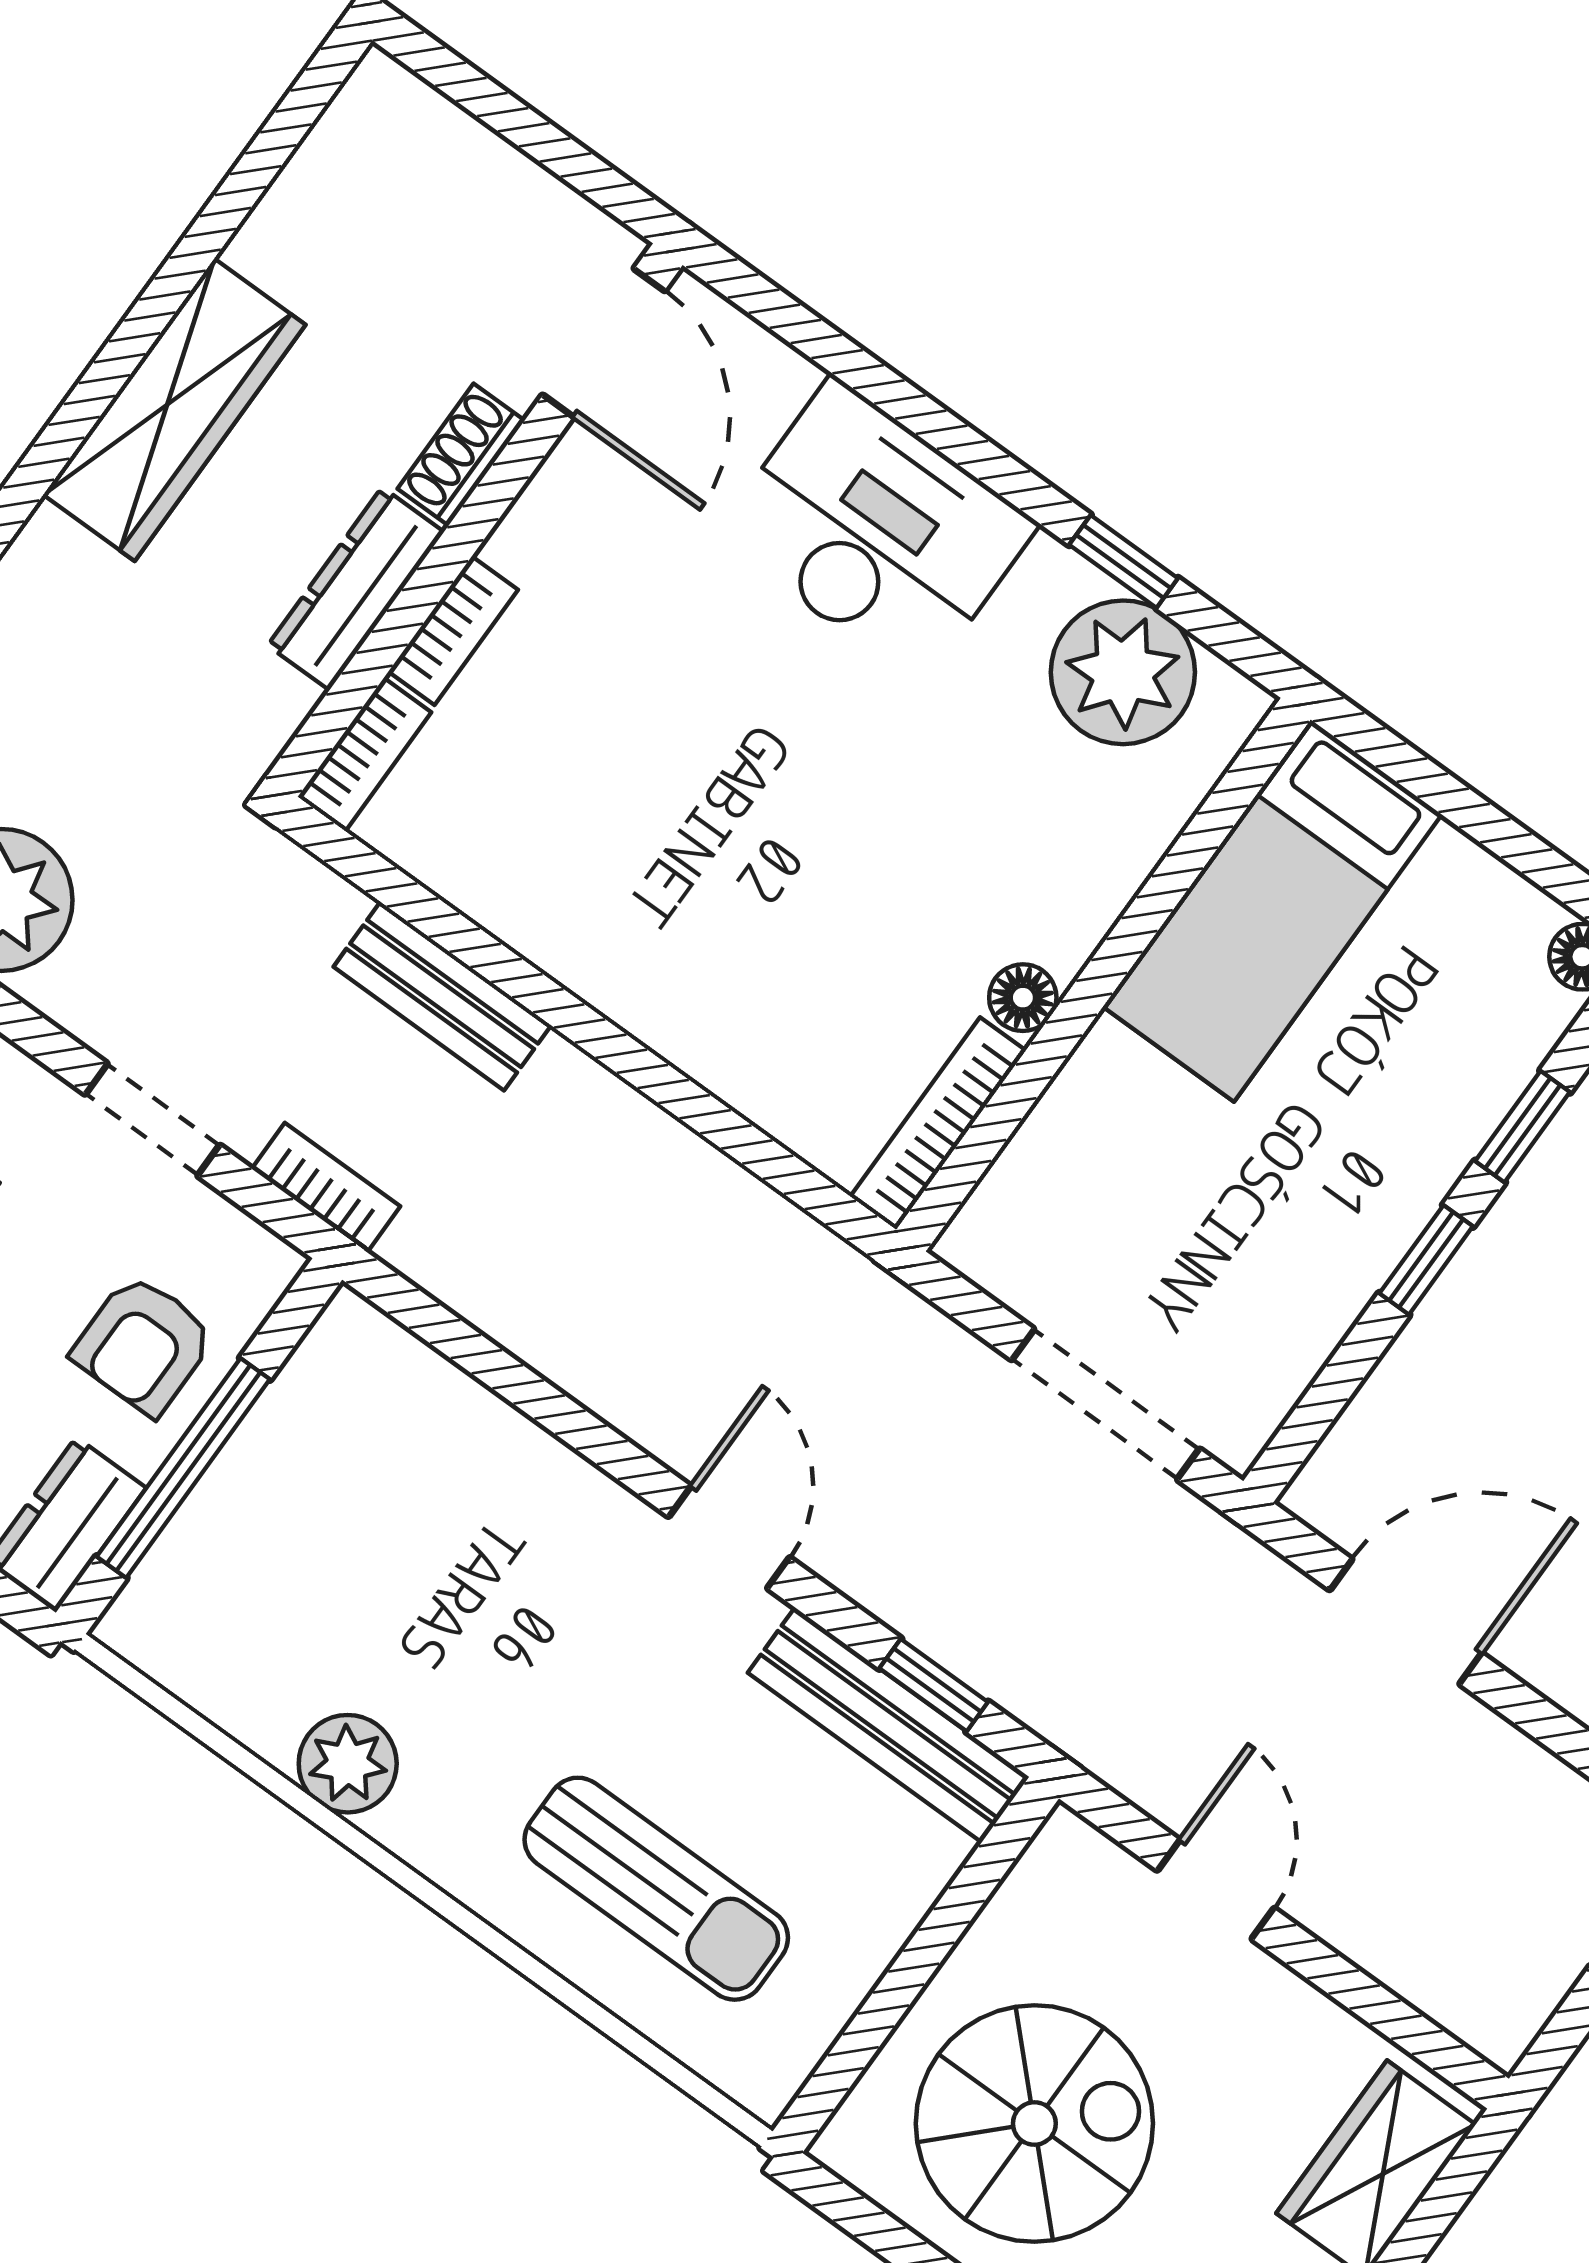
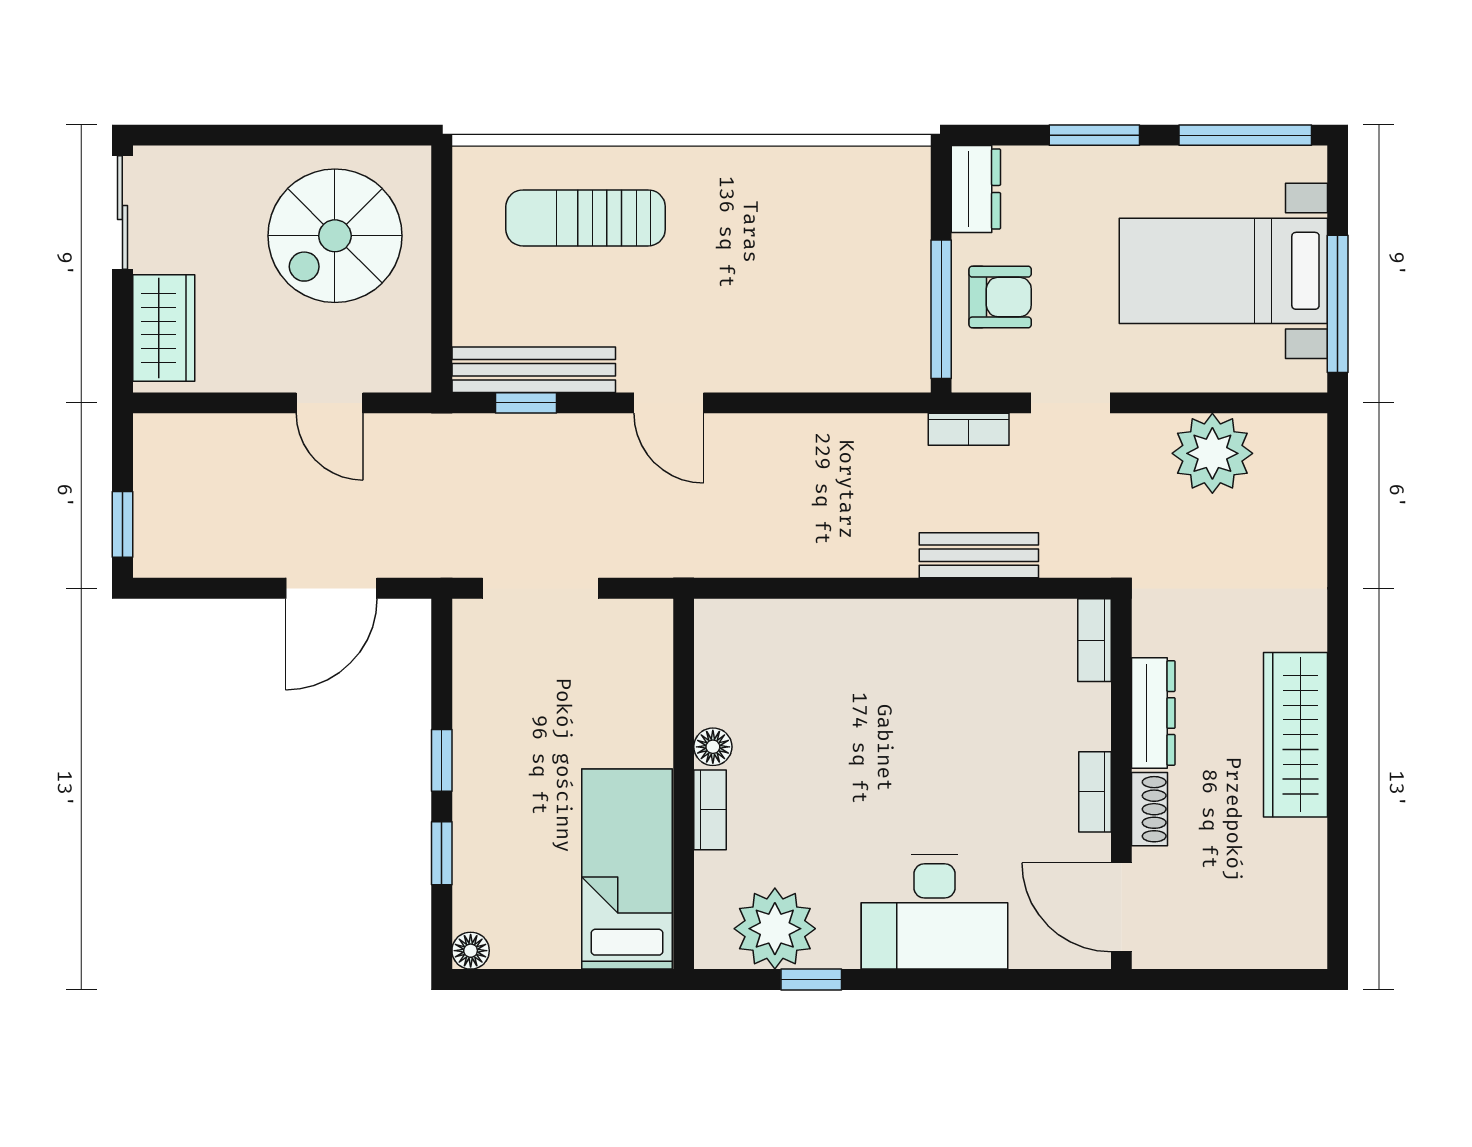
bookcase: (453, 631) -> (1095, 792), moved
bookcase: (938, 1124) -> (710, 810), moved, width x0.64
armchair: (144, 1345) -> (1000, 297), turned 90
window: (183, 1468) -> (941, 309), moved
plant: (348, 1764) -> (768, 173), removed

